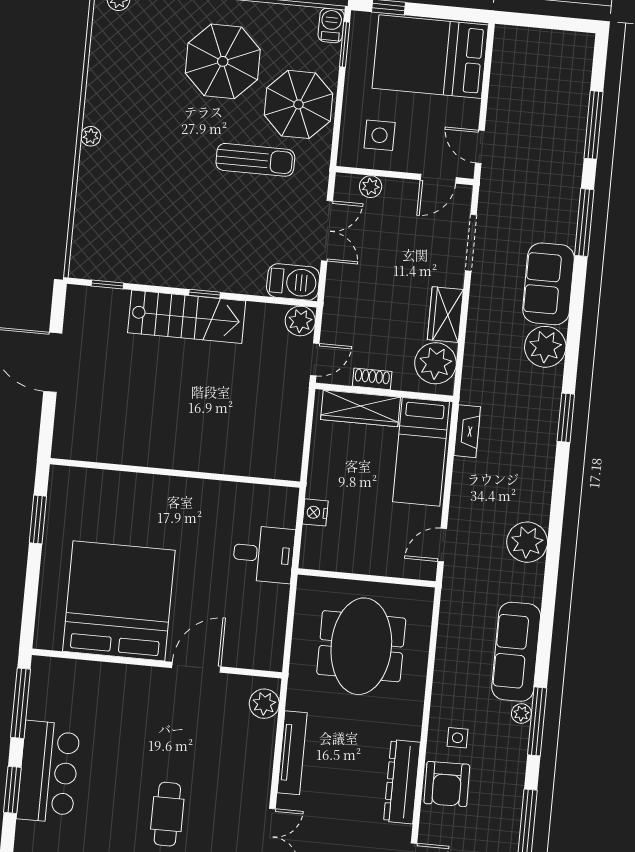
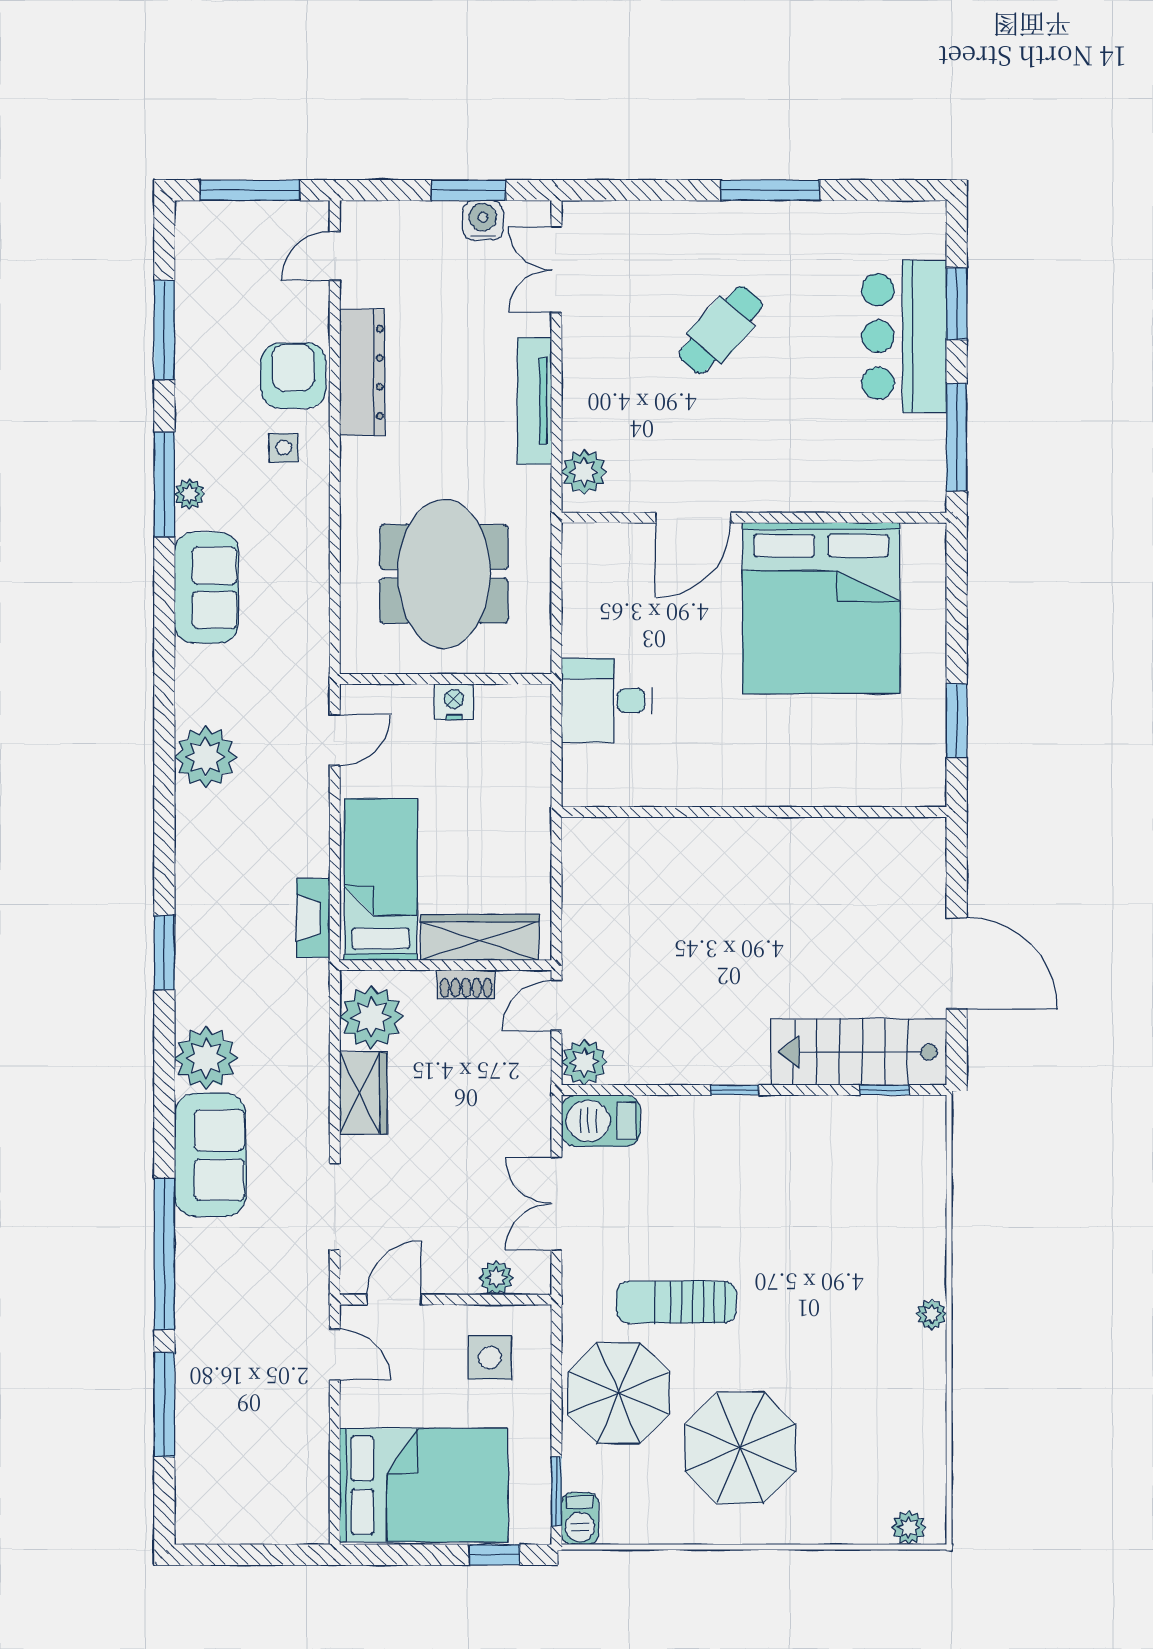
window: (584, 222) -> (164, 1254), width x1.46
stairs: (187, 317) -> (859, 1052), moved
nightstand: (315, 512) -> (454, 702), moved, turned -90
sofa: (516, 652) -> (206, 588), width x0.73
cafe table: (167, 814) -> (721, 330), moved, turned 42

